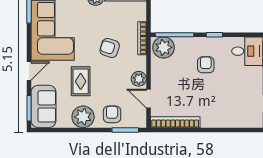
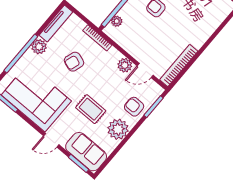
plant: (163, 47) -> (117, 21), width x0.53, depth x0.53
armchair: (110, 48) -> (74, 62), moved
door: (29, 71) -> (51, 140), swing flipped

